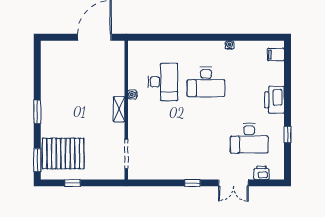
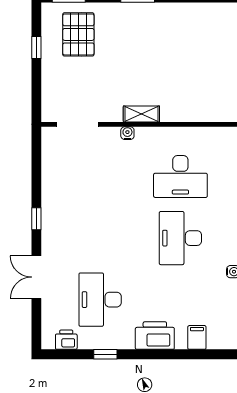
filing cabinet: (276, 55) -> (197, 337), moved
water cooler: (132, 94) -> (127, 133), moved
pallet: (63, 153) -> (78, 34), width x0.73, depth x0.71
printer: (261, 173) -> (66, 340), moved, turned -90

